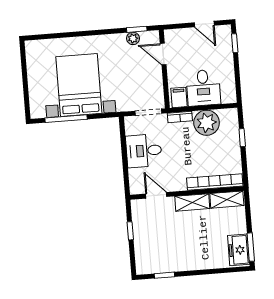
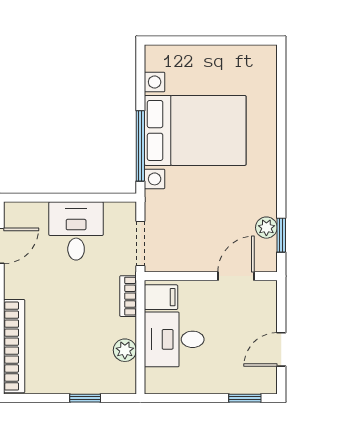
window: (66, 119) -> (140, 146), moved
plant: (207, 123) -> (125, 350), width x0.53, depth x0.53

